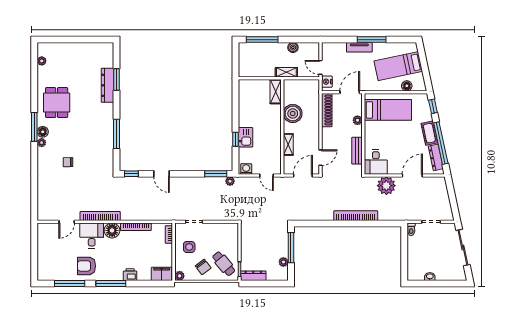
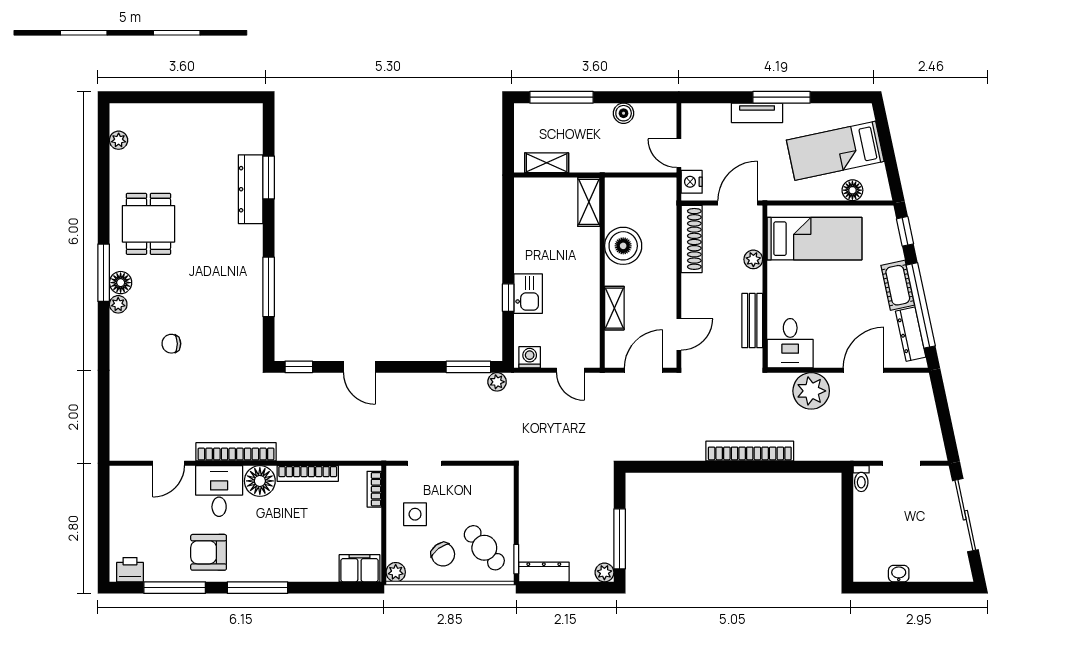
shelving: (286, 72) -> (547, 163), moved
window: (291, 248) -> (620, 539), moved
plant: (283, 262) -> (604, 572), moved
printer: (130, 275) -> (130, 570), moved

